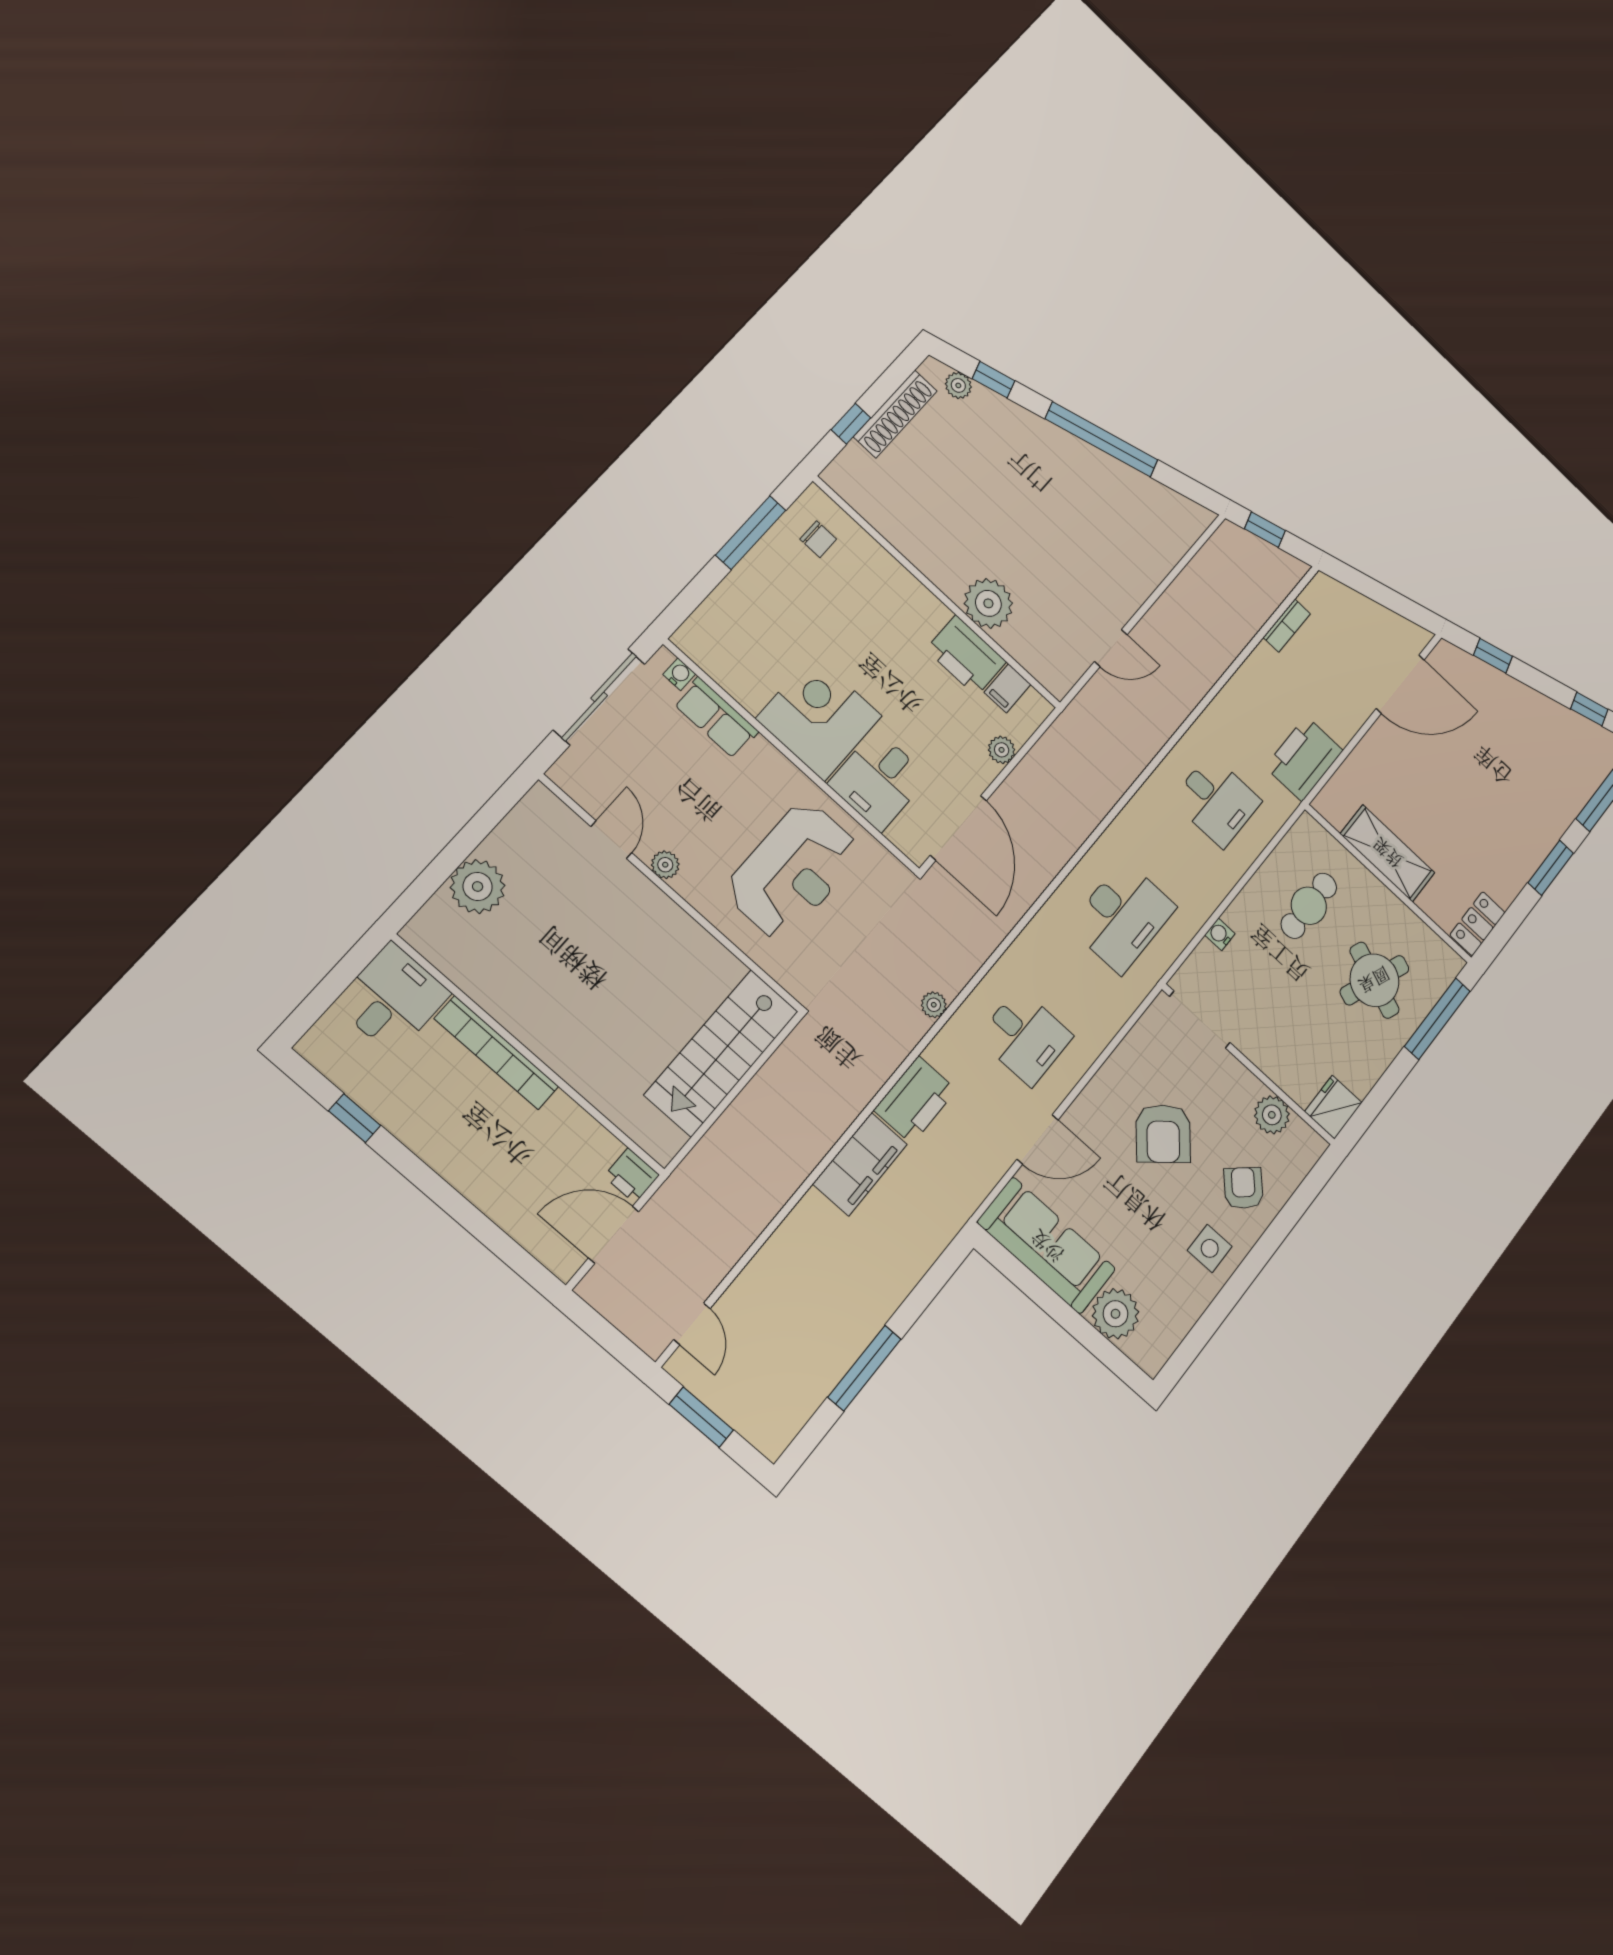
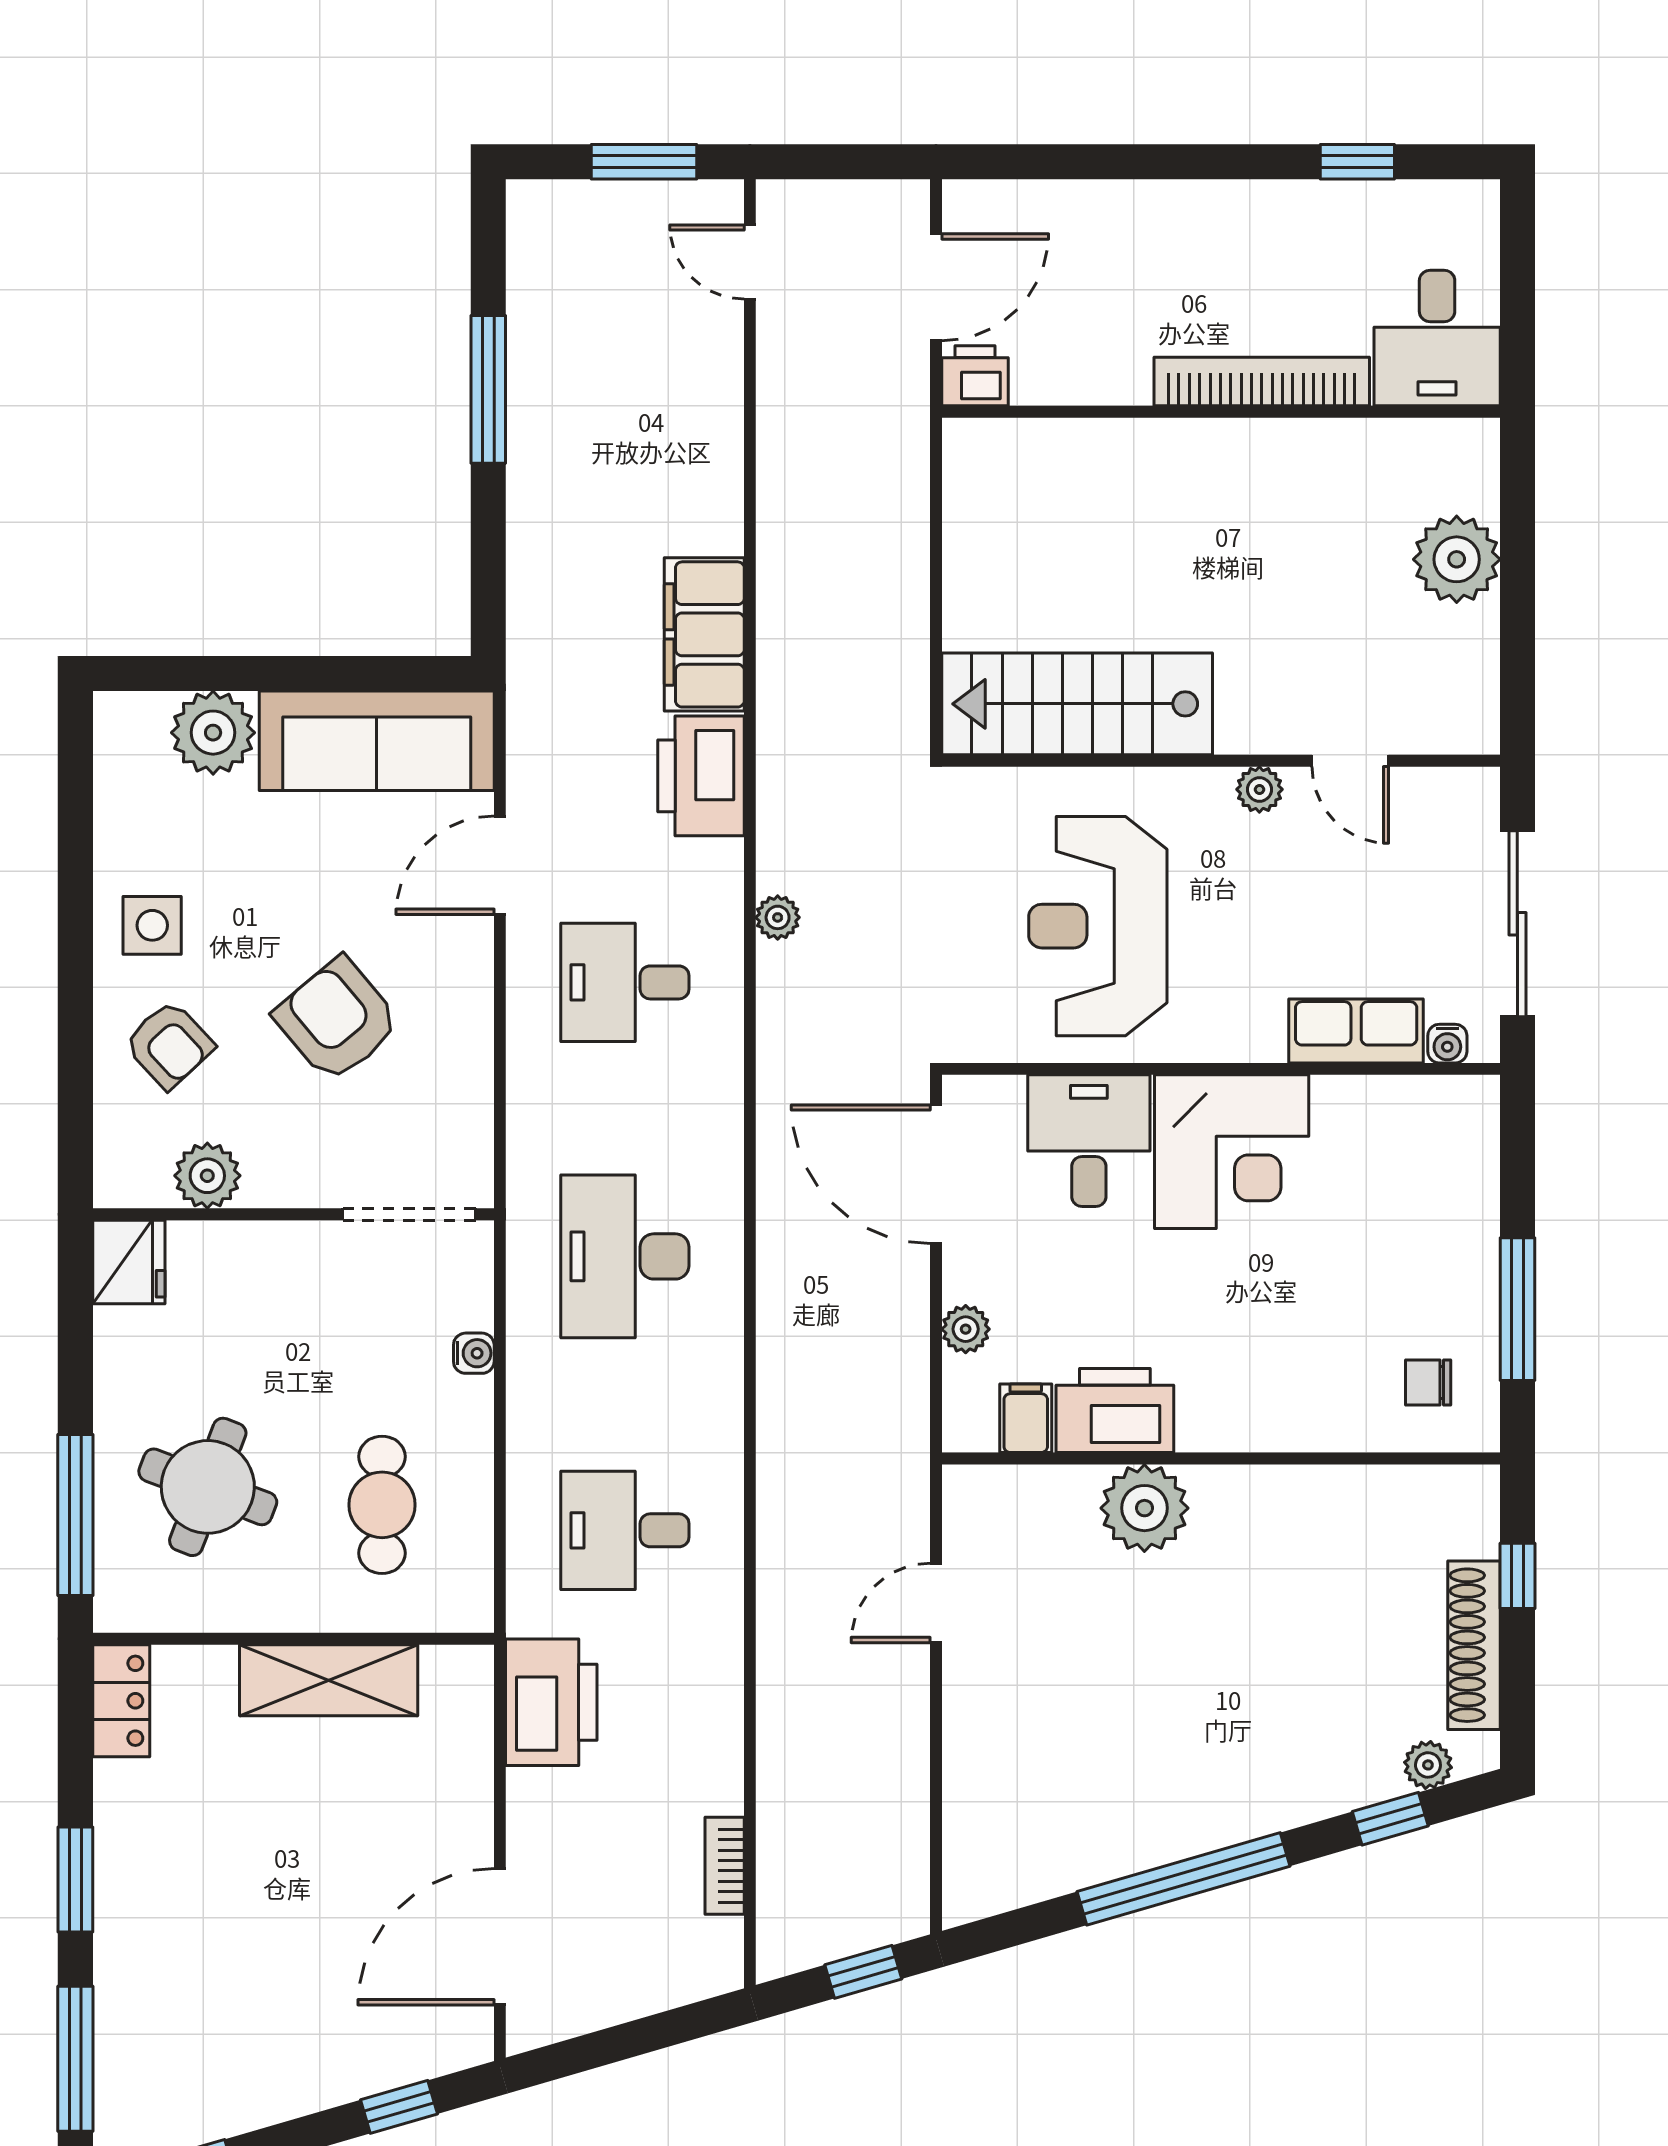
stairs: (721, 1053) -> (1077, 704), moved, turned -90

